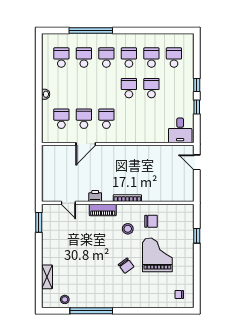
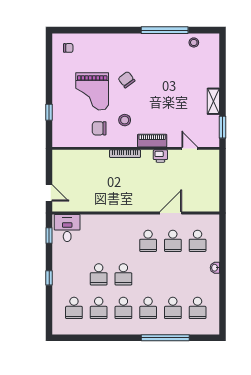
window: (197, 107) -> (49, 236), moved
shelving: (47, 277) -> (213, 101), moved

